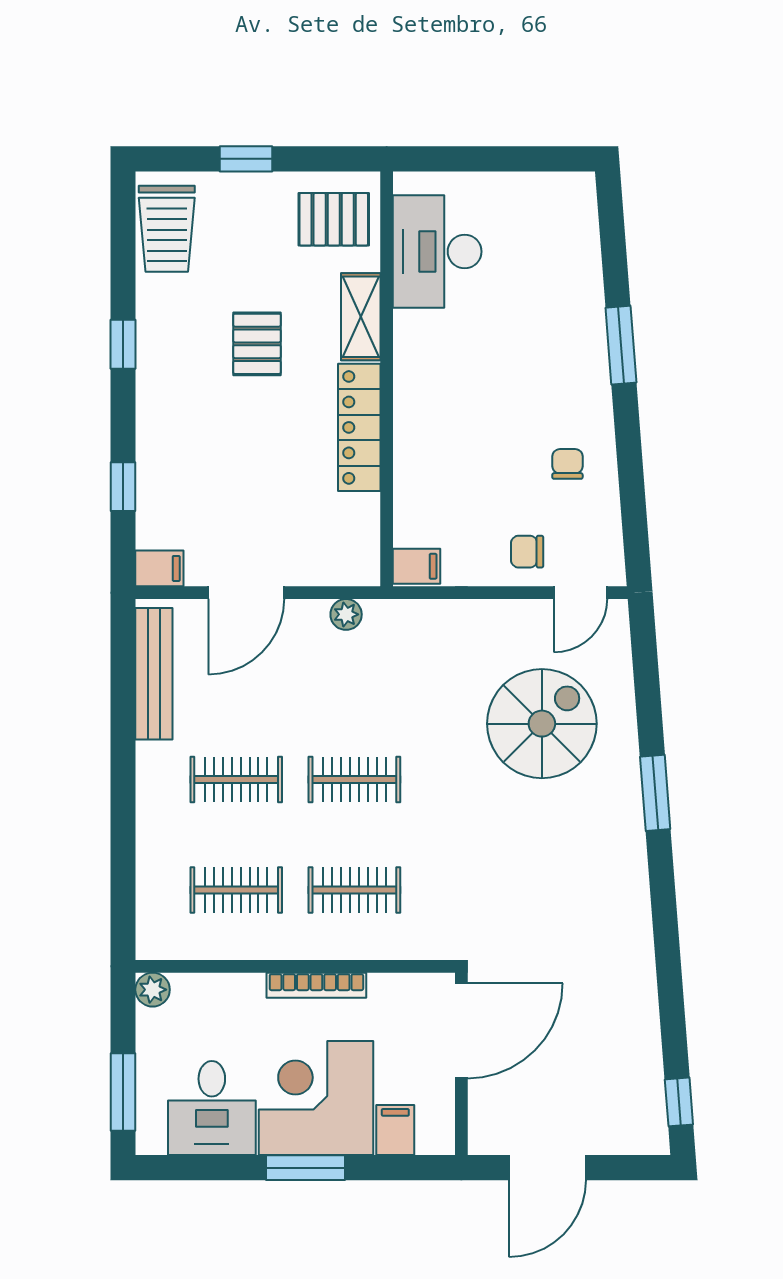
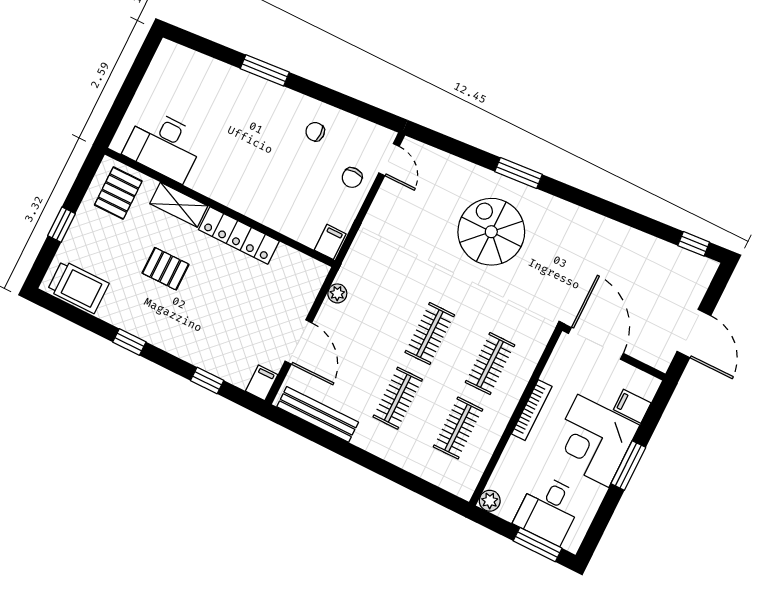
spiral stairs: (542, 724) -> (491, 232), moved
desk: (212, 1108) -> (549, 510), moved, turned 90

